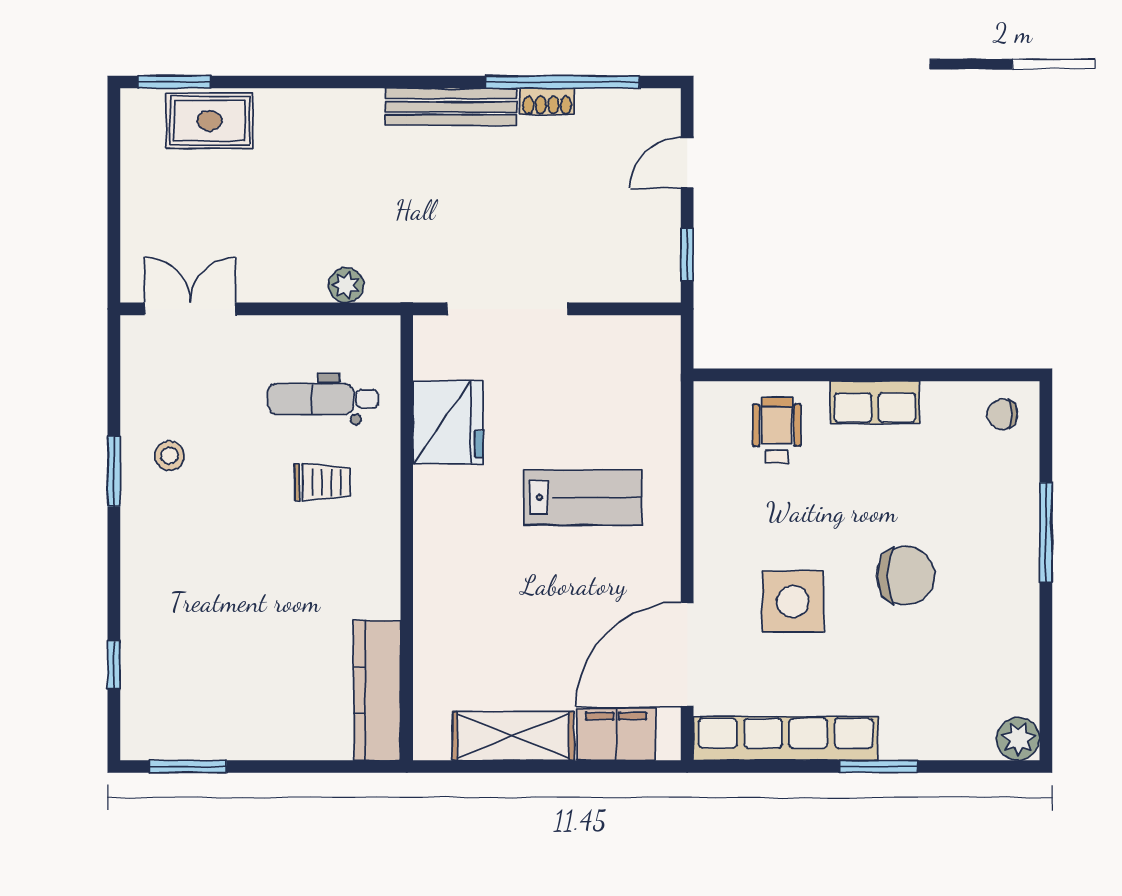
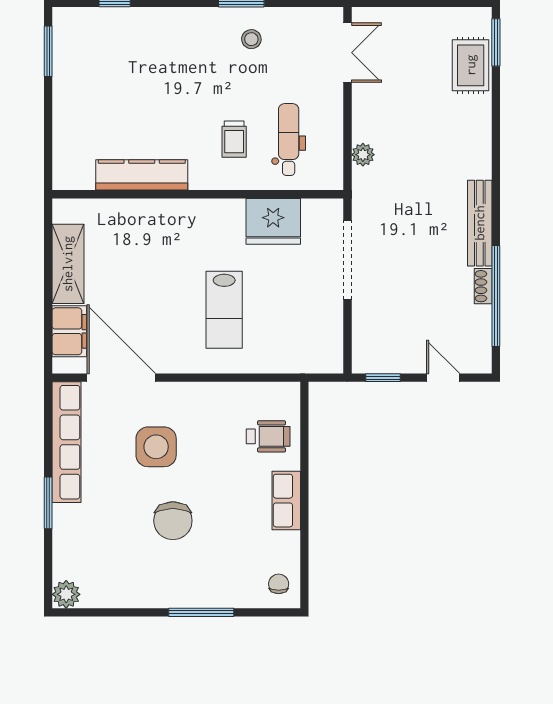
kitchen counter: (377, 690) -> (142, 175), moved

